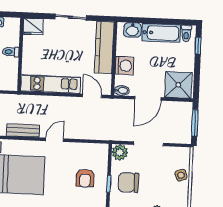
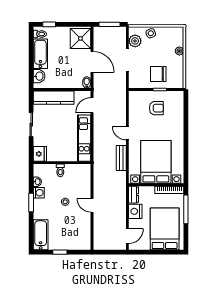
washing machine: (124, 66) -> (67, 81), removed
plant: (120, 152) -> (135, 41), moved
chair: (128, 182) -> (158, 74), turned 90

